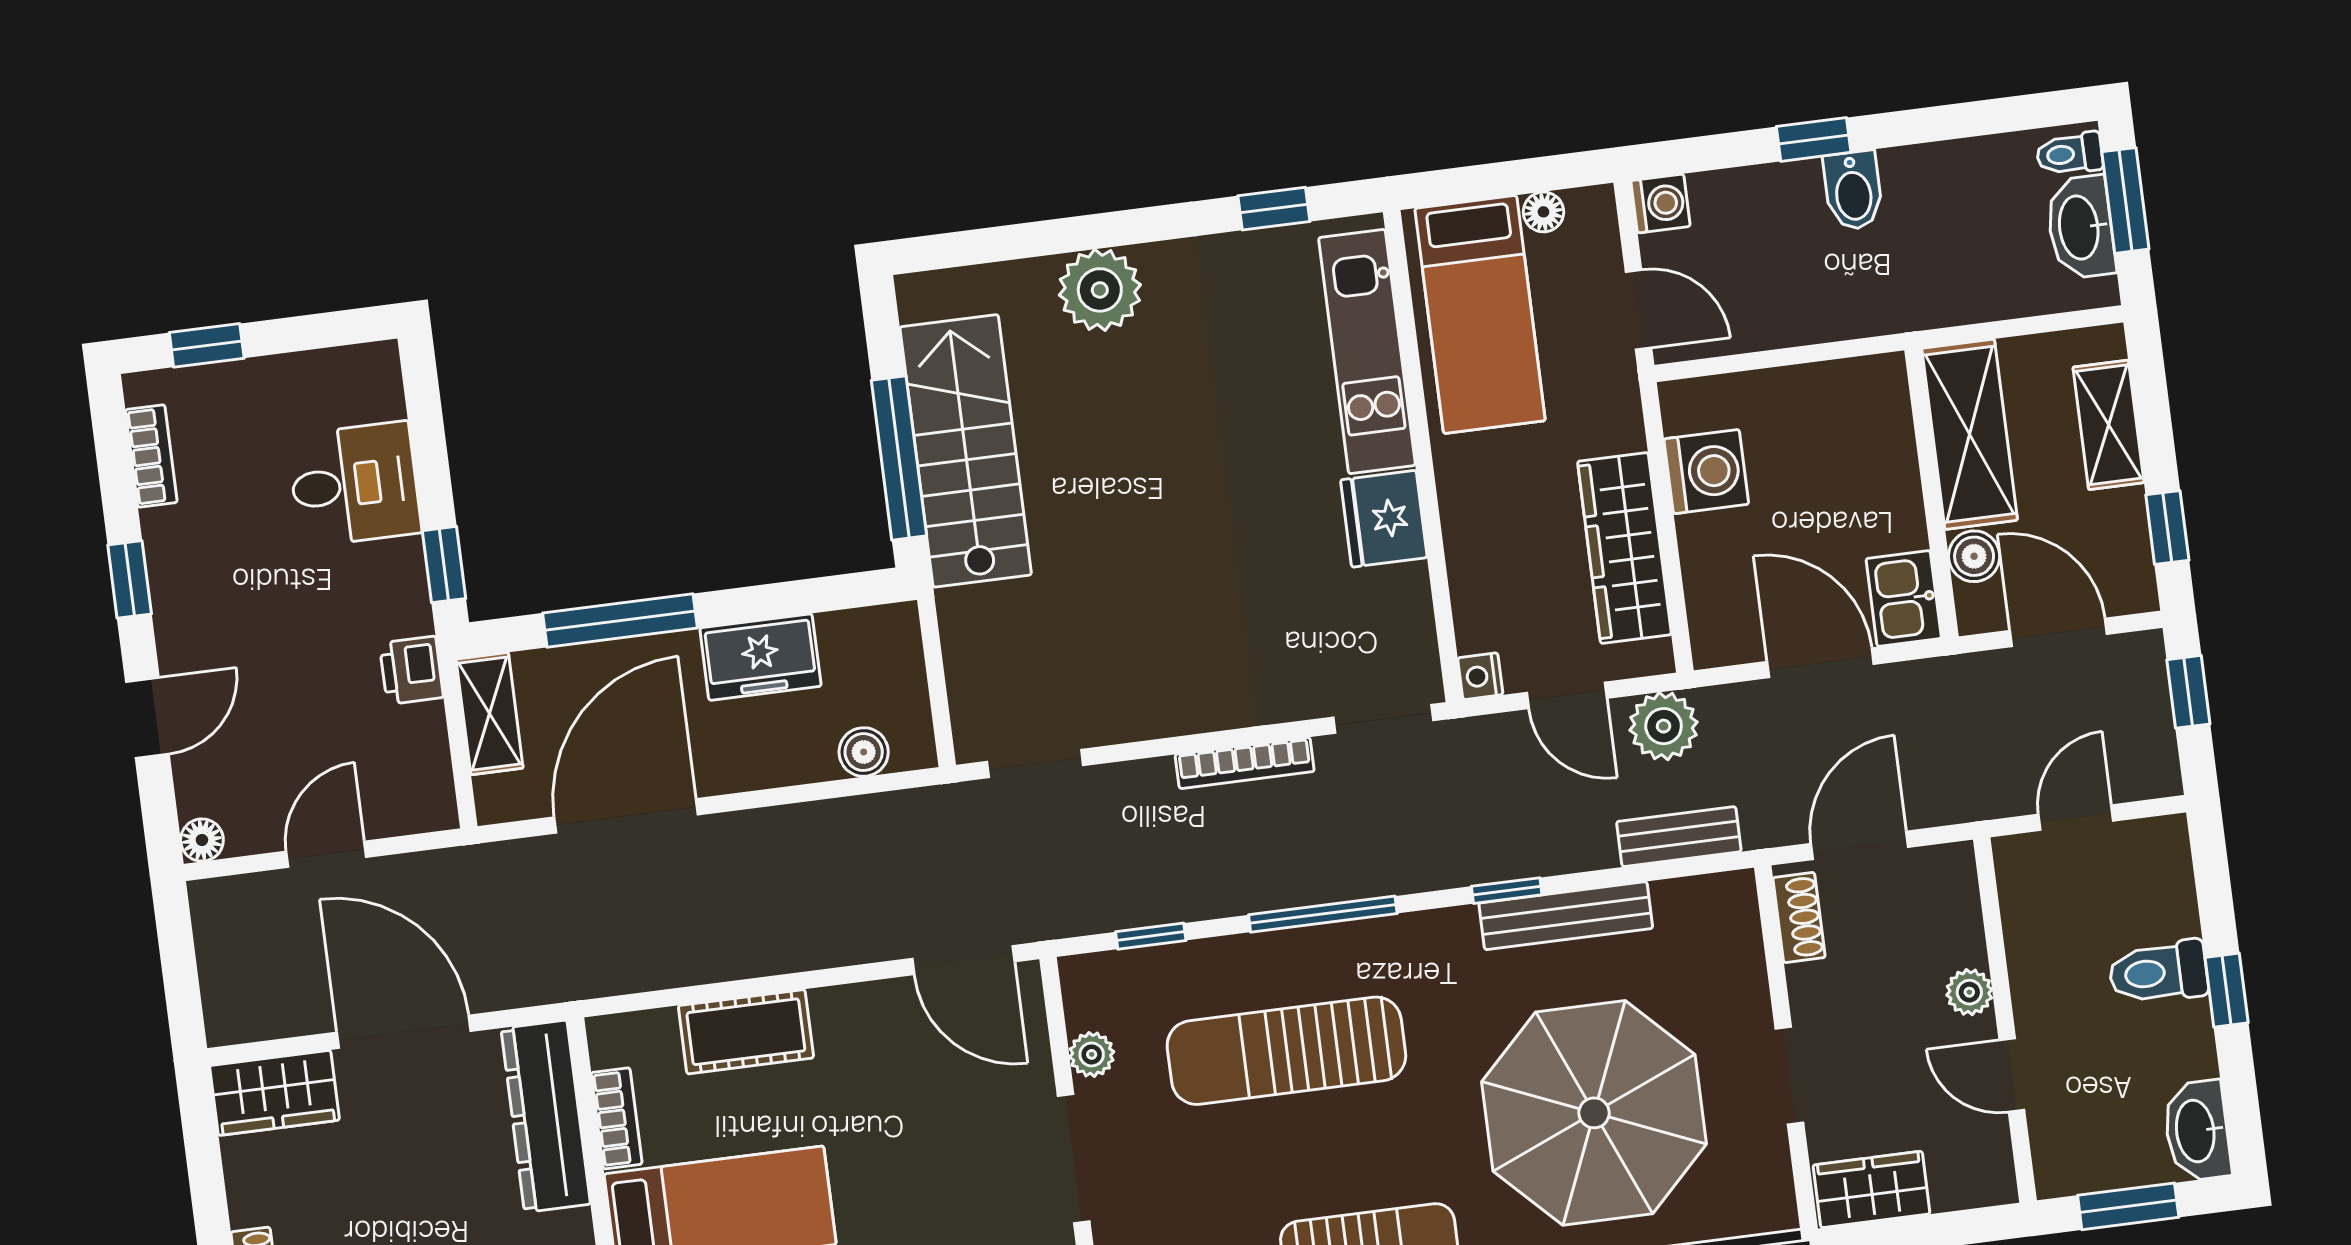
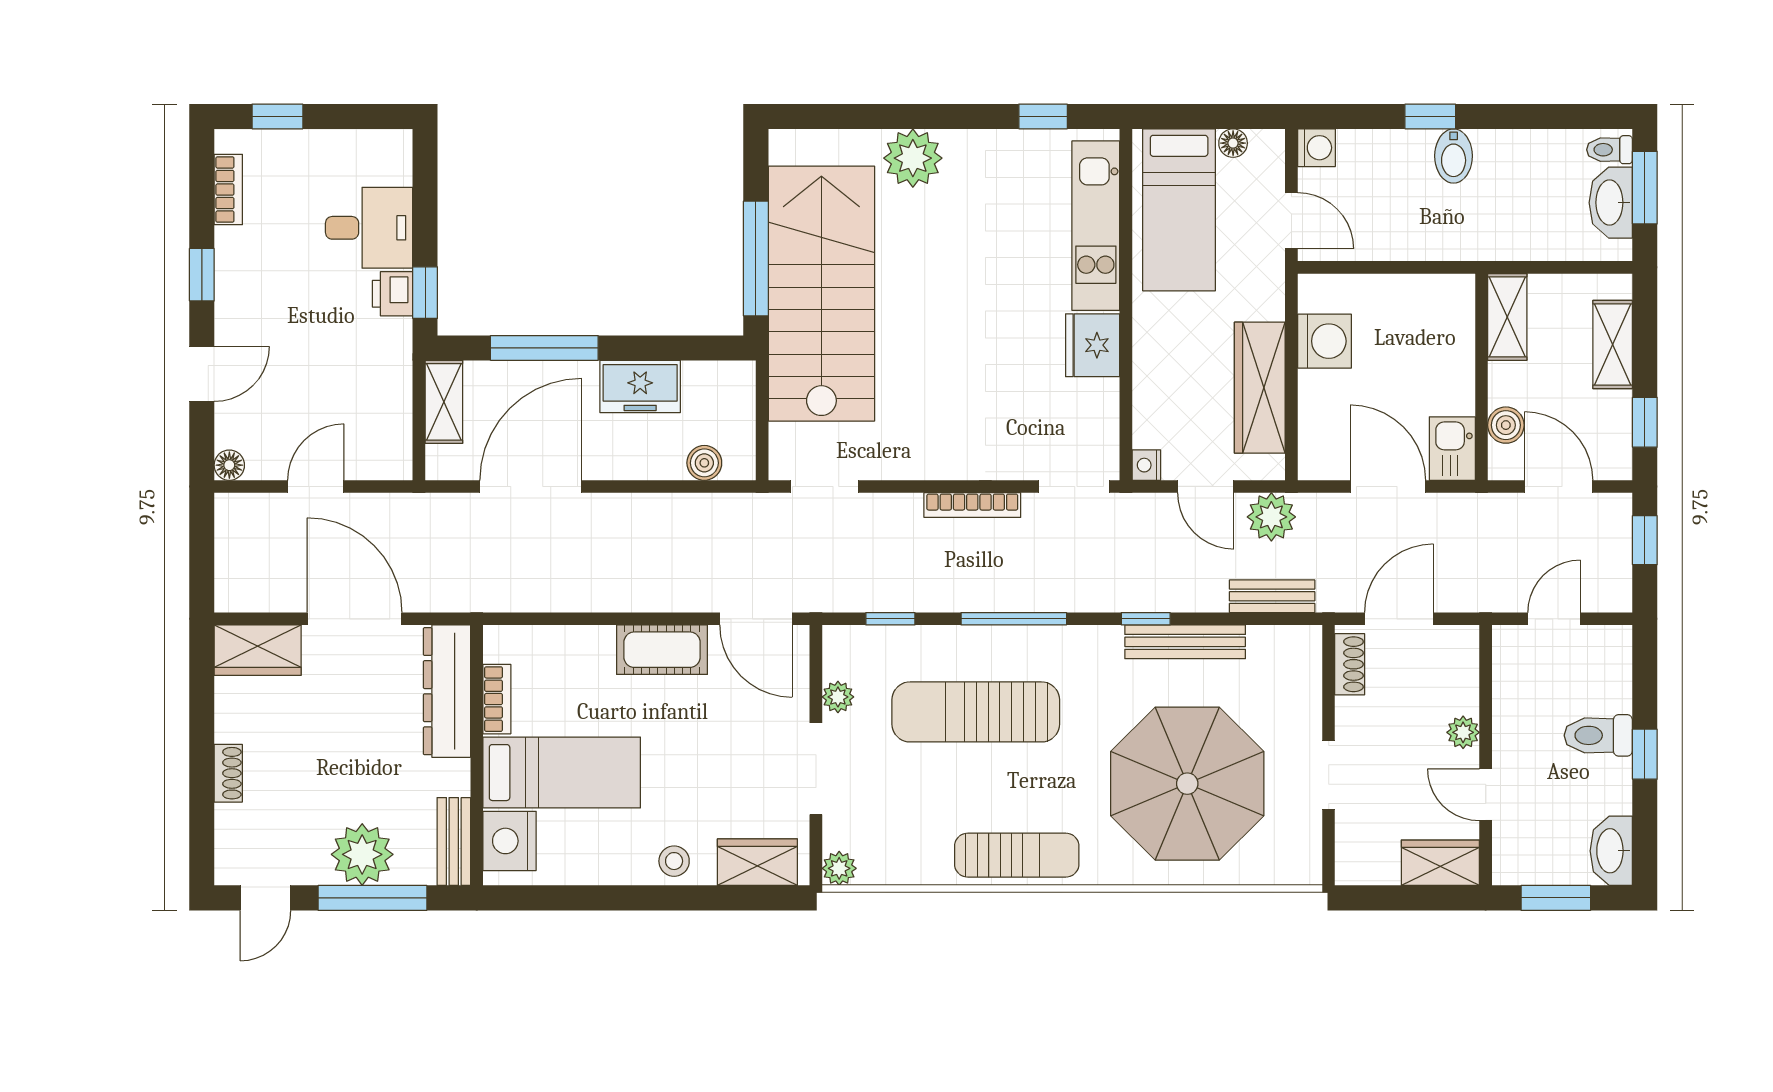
shelving: (1970, 434) -> (1507, 317), width x0.67, depth x0.75
stairs: (966, 451) -> (821, 294), width x1.36, depth x1.51
printer: (411, 670) -> (393, 294), moved
cot: (746, 1032) -> (662, 650), moved
wardrobe: (1872, 1189) -> (1440, 863), moved

